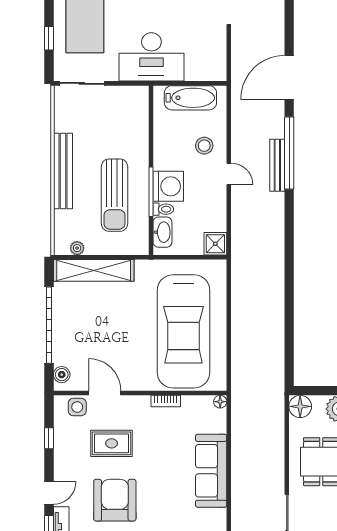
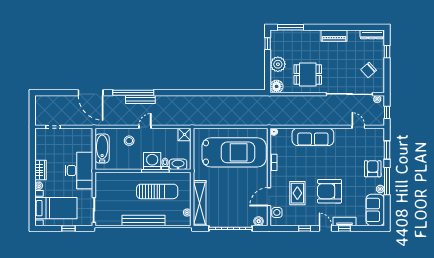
window: (49, 438) -> (305, 228), moved

